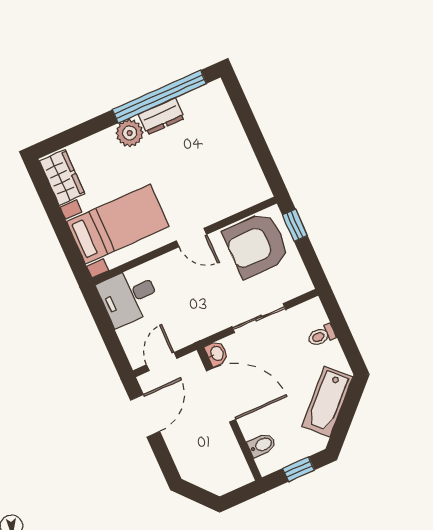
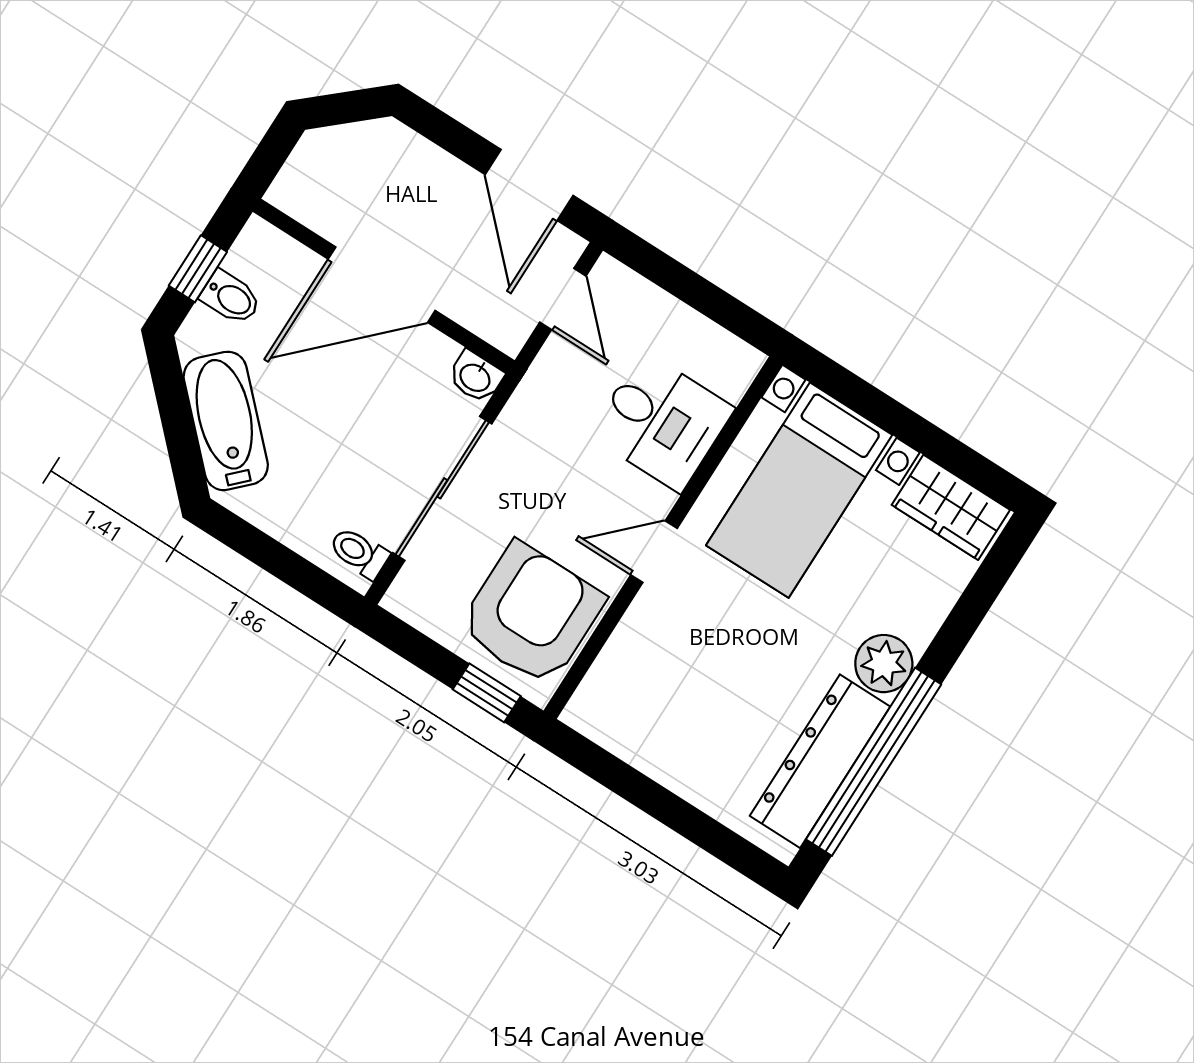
dresser: (161, 116) -> (820, 761), width x1.96, depth x1.24
desk: (129, 296) -> (662, 422), moved, turned 90
sliding door: (259, 318) -> (442, 488), width x1.37
toilet: (322, 336) -> (359, 553), moved, turned -90
door: (221, 395) -> (382, 285), moved
bidet: (262, 445) -> (231, 298), moved, turned -90

